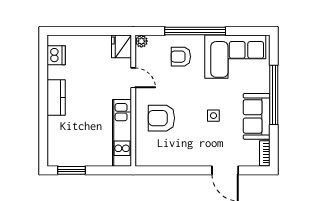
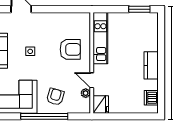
plant: (141, 41) -> (86, 93), moved
armchair: (181, 57) -> (55, 97), turned -74

